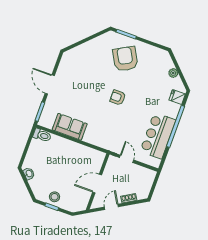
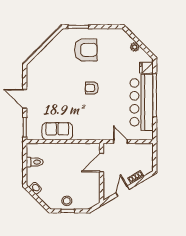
armchair: (125, 59) -> (86, 50), turned 119
toilet: (42, 135) -> (35, 162), moved
bar counter: (158, 136) -> (142, 102), width x1.36
door: (97, 184) -> (102, 163), moved

